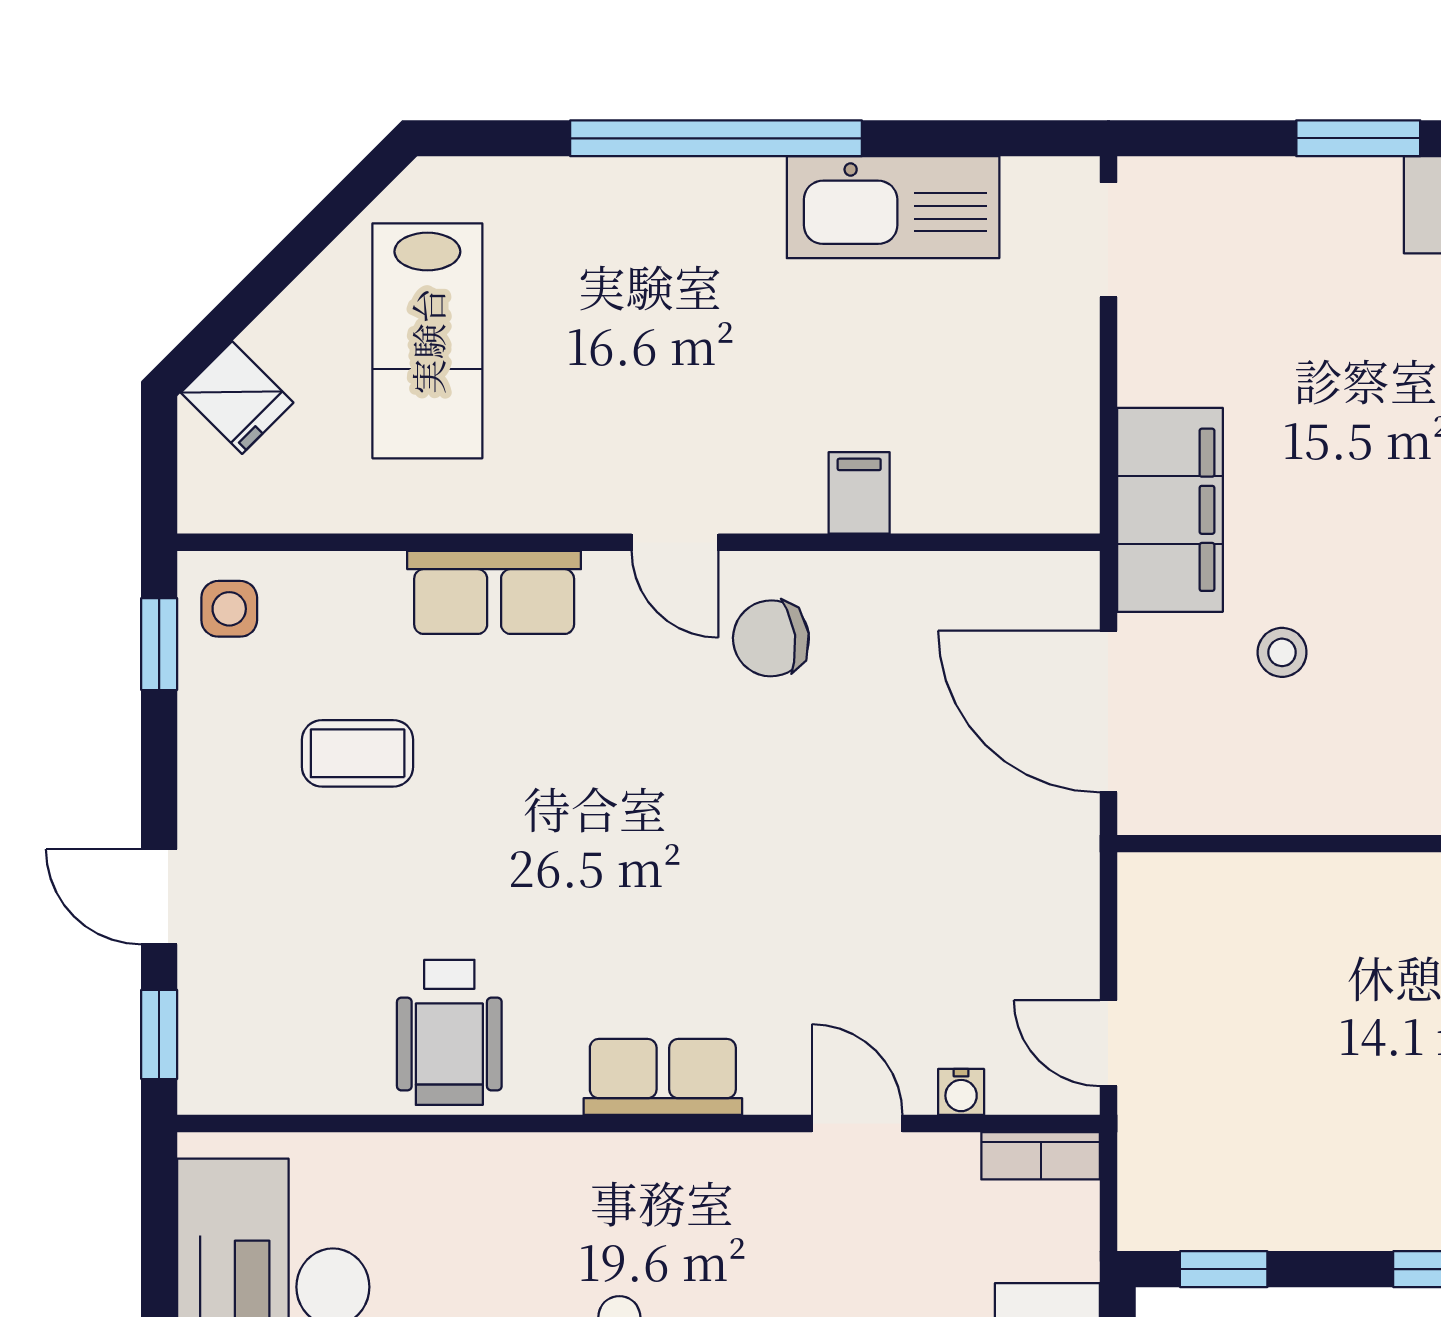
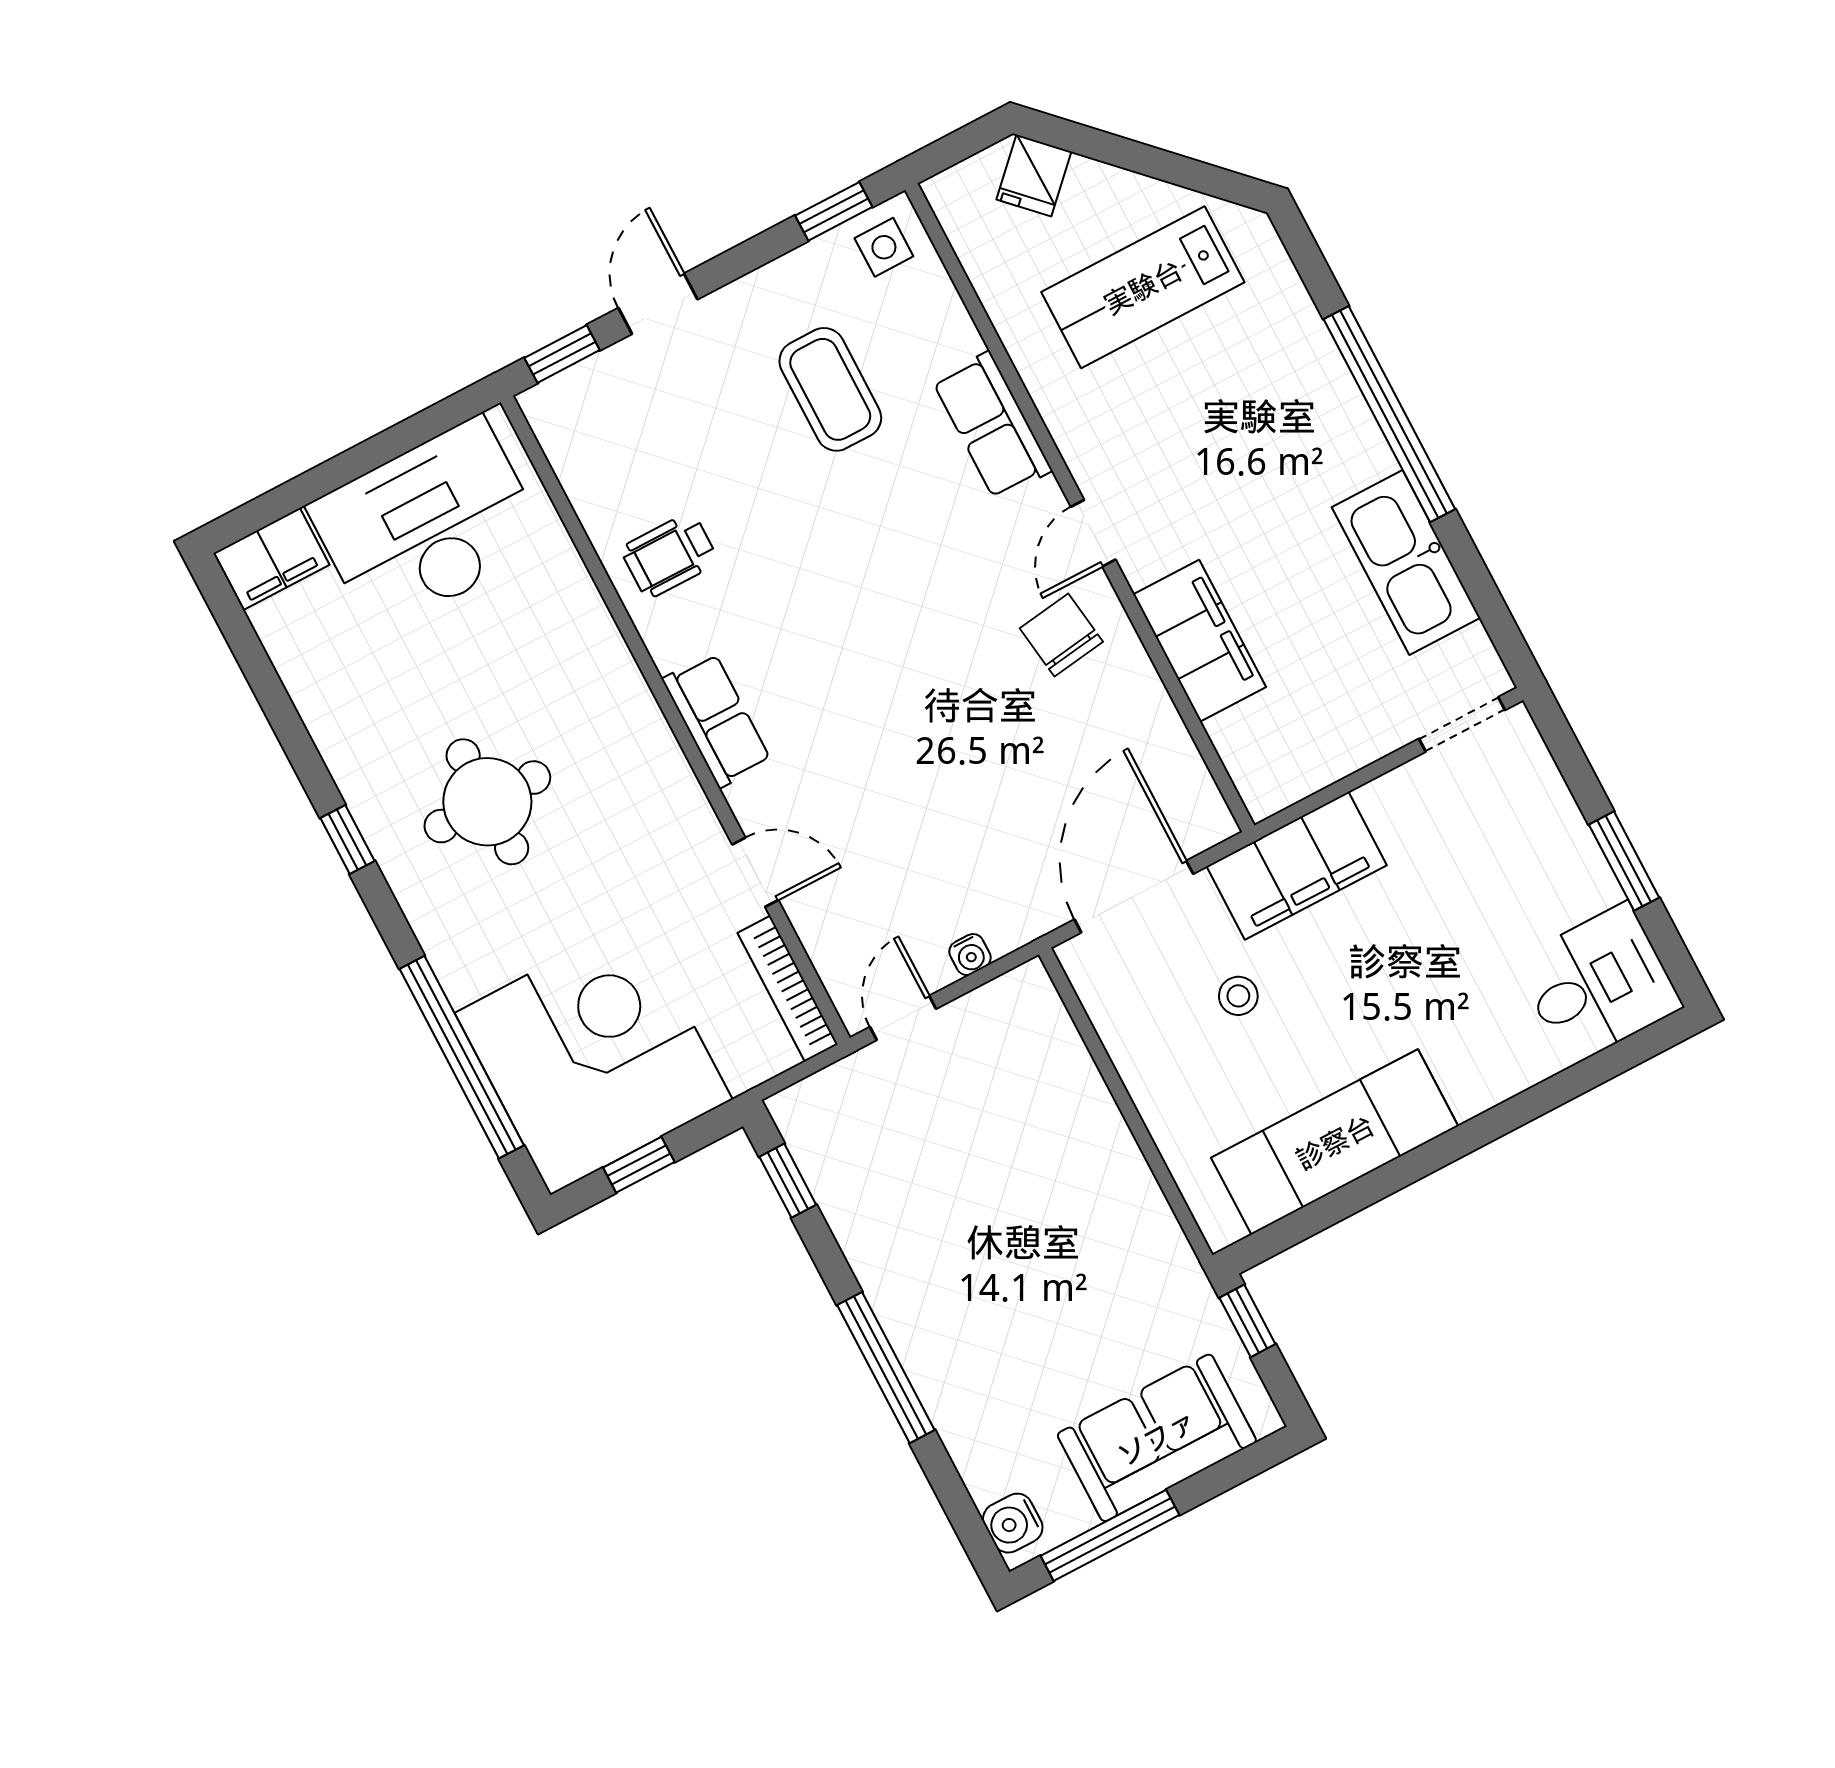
filing cabinet: (859, 493) -> (1200, 641), width x3.00, depth x1.17
coffee table: (358, 753) -> (830, 389), width x1.36, depth x1.30
wheelchair: (449, 1032) -> (670, 555), width x0.73, depth x0.73
water cooler: (961, 1092) -> (970, 955), moved, turned -90
door: (857, 1123) -> (755, 872), hinge flipped
bookcase: (1041, 1156) -> (788, 989), width x1.56

